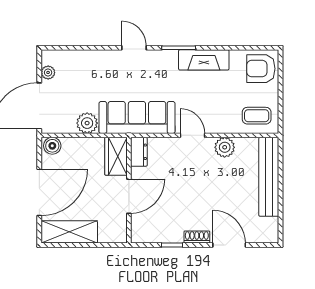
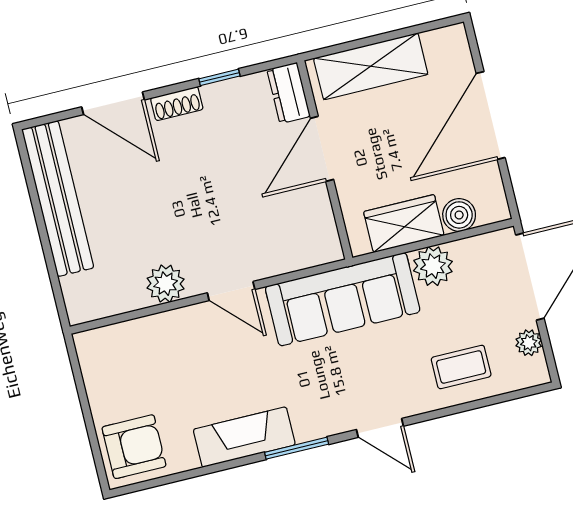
coffee table: (257, 116) -> (461, 367), moved
boiler: (52, 146) -> (459, 215), moved
dresser: (139, 152) -> (289, 93), moved
wardrobe: (116, 156) -> (404, 224), moved, turned -90
bench: (269, 177) -> (58, 199), moved
shelving: (69, 232) -> (371, 66), moved

